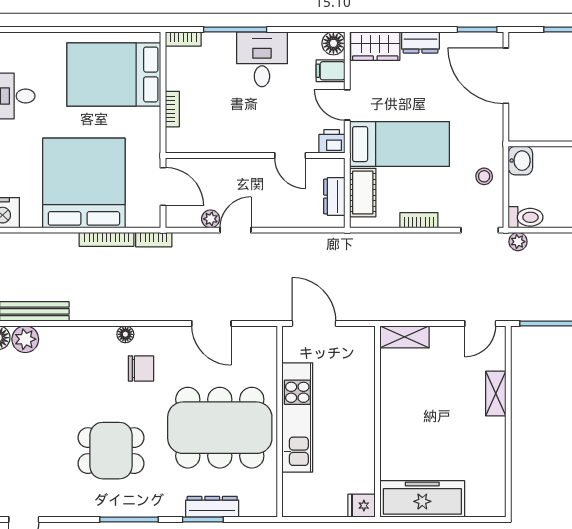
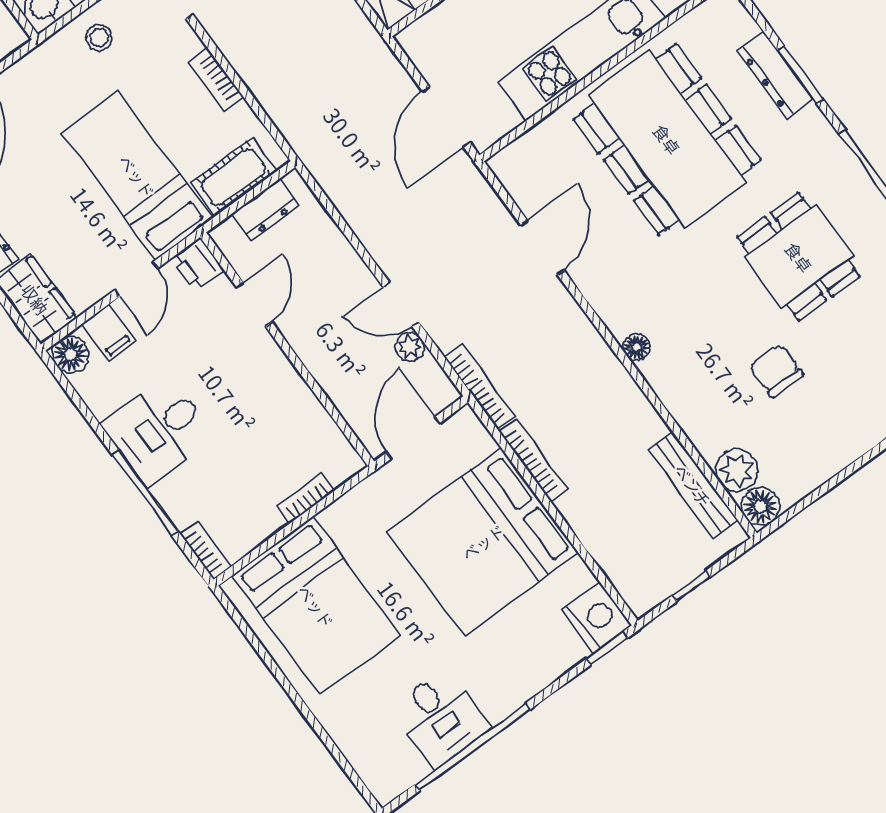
bookcase: (154, 240) -> (480, 387), width x1.56
chair: (141, 368) -> (776, 371), moved

